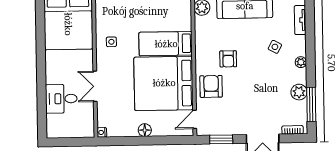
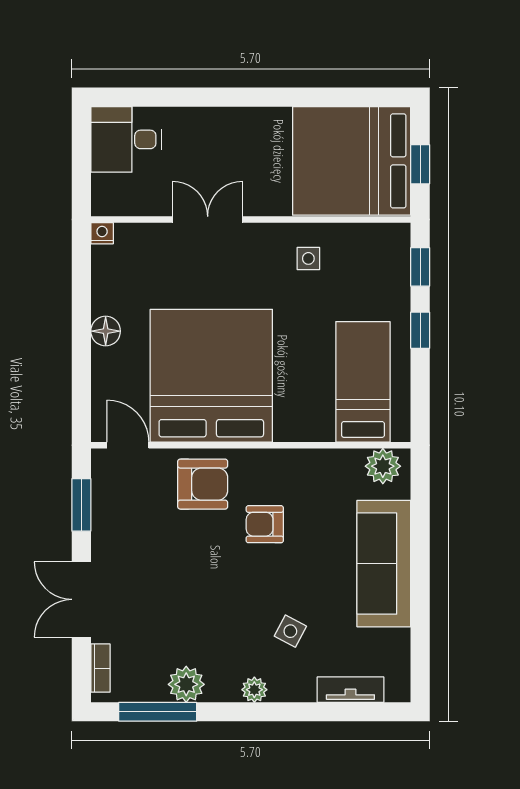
bed: (166, 44) -> (363, 382), moved
desk: (61, 99) -> (126, 139), moved, turned -90

